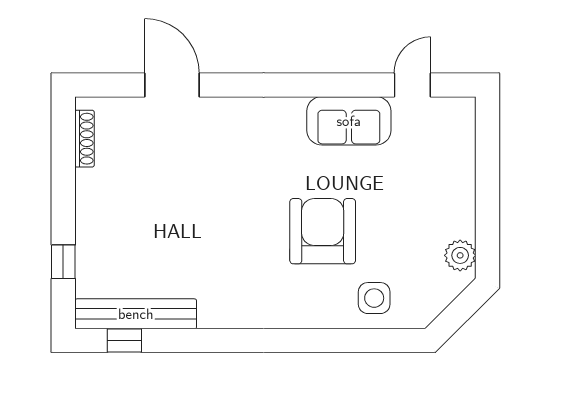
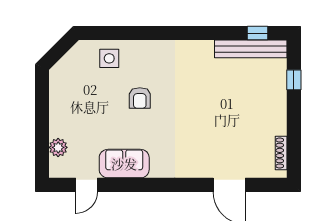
armchair: (323, 231) -> (140, 98), width x0.53, depth x0.53
plant: (460, 255) -> (58, 147), moved

